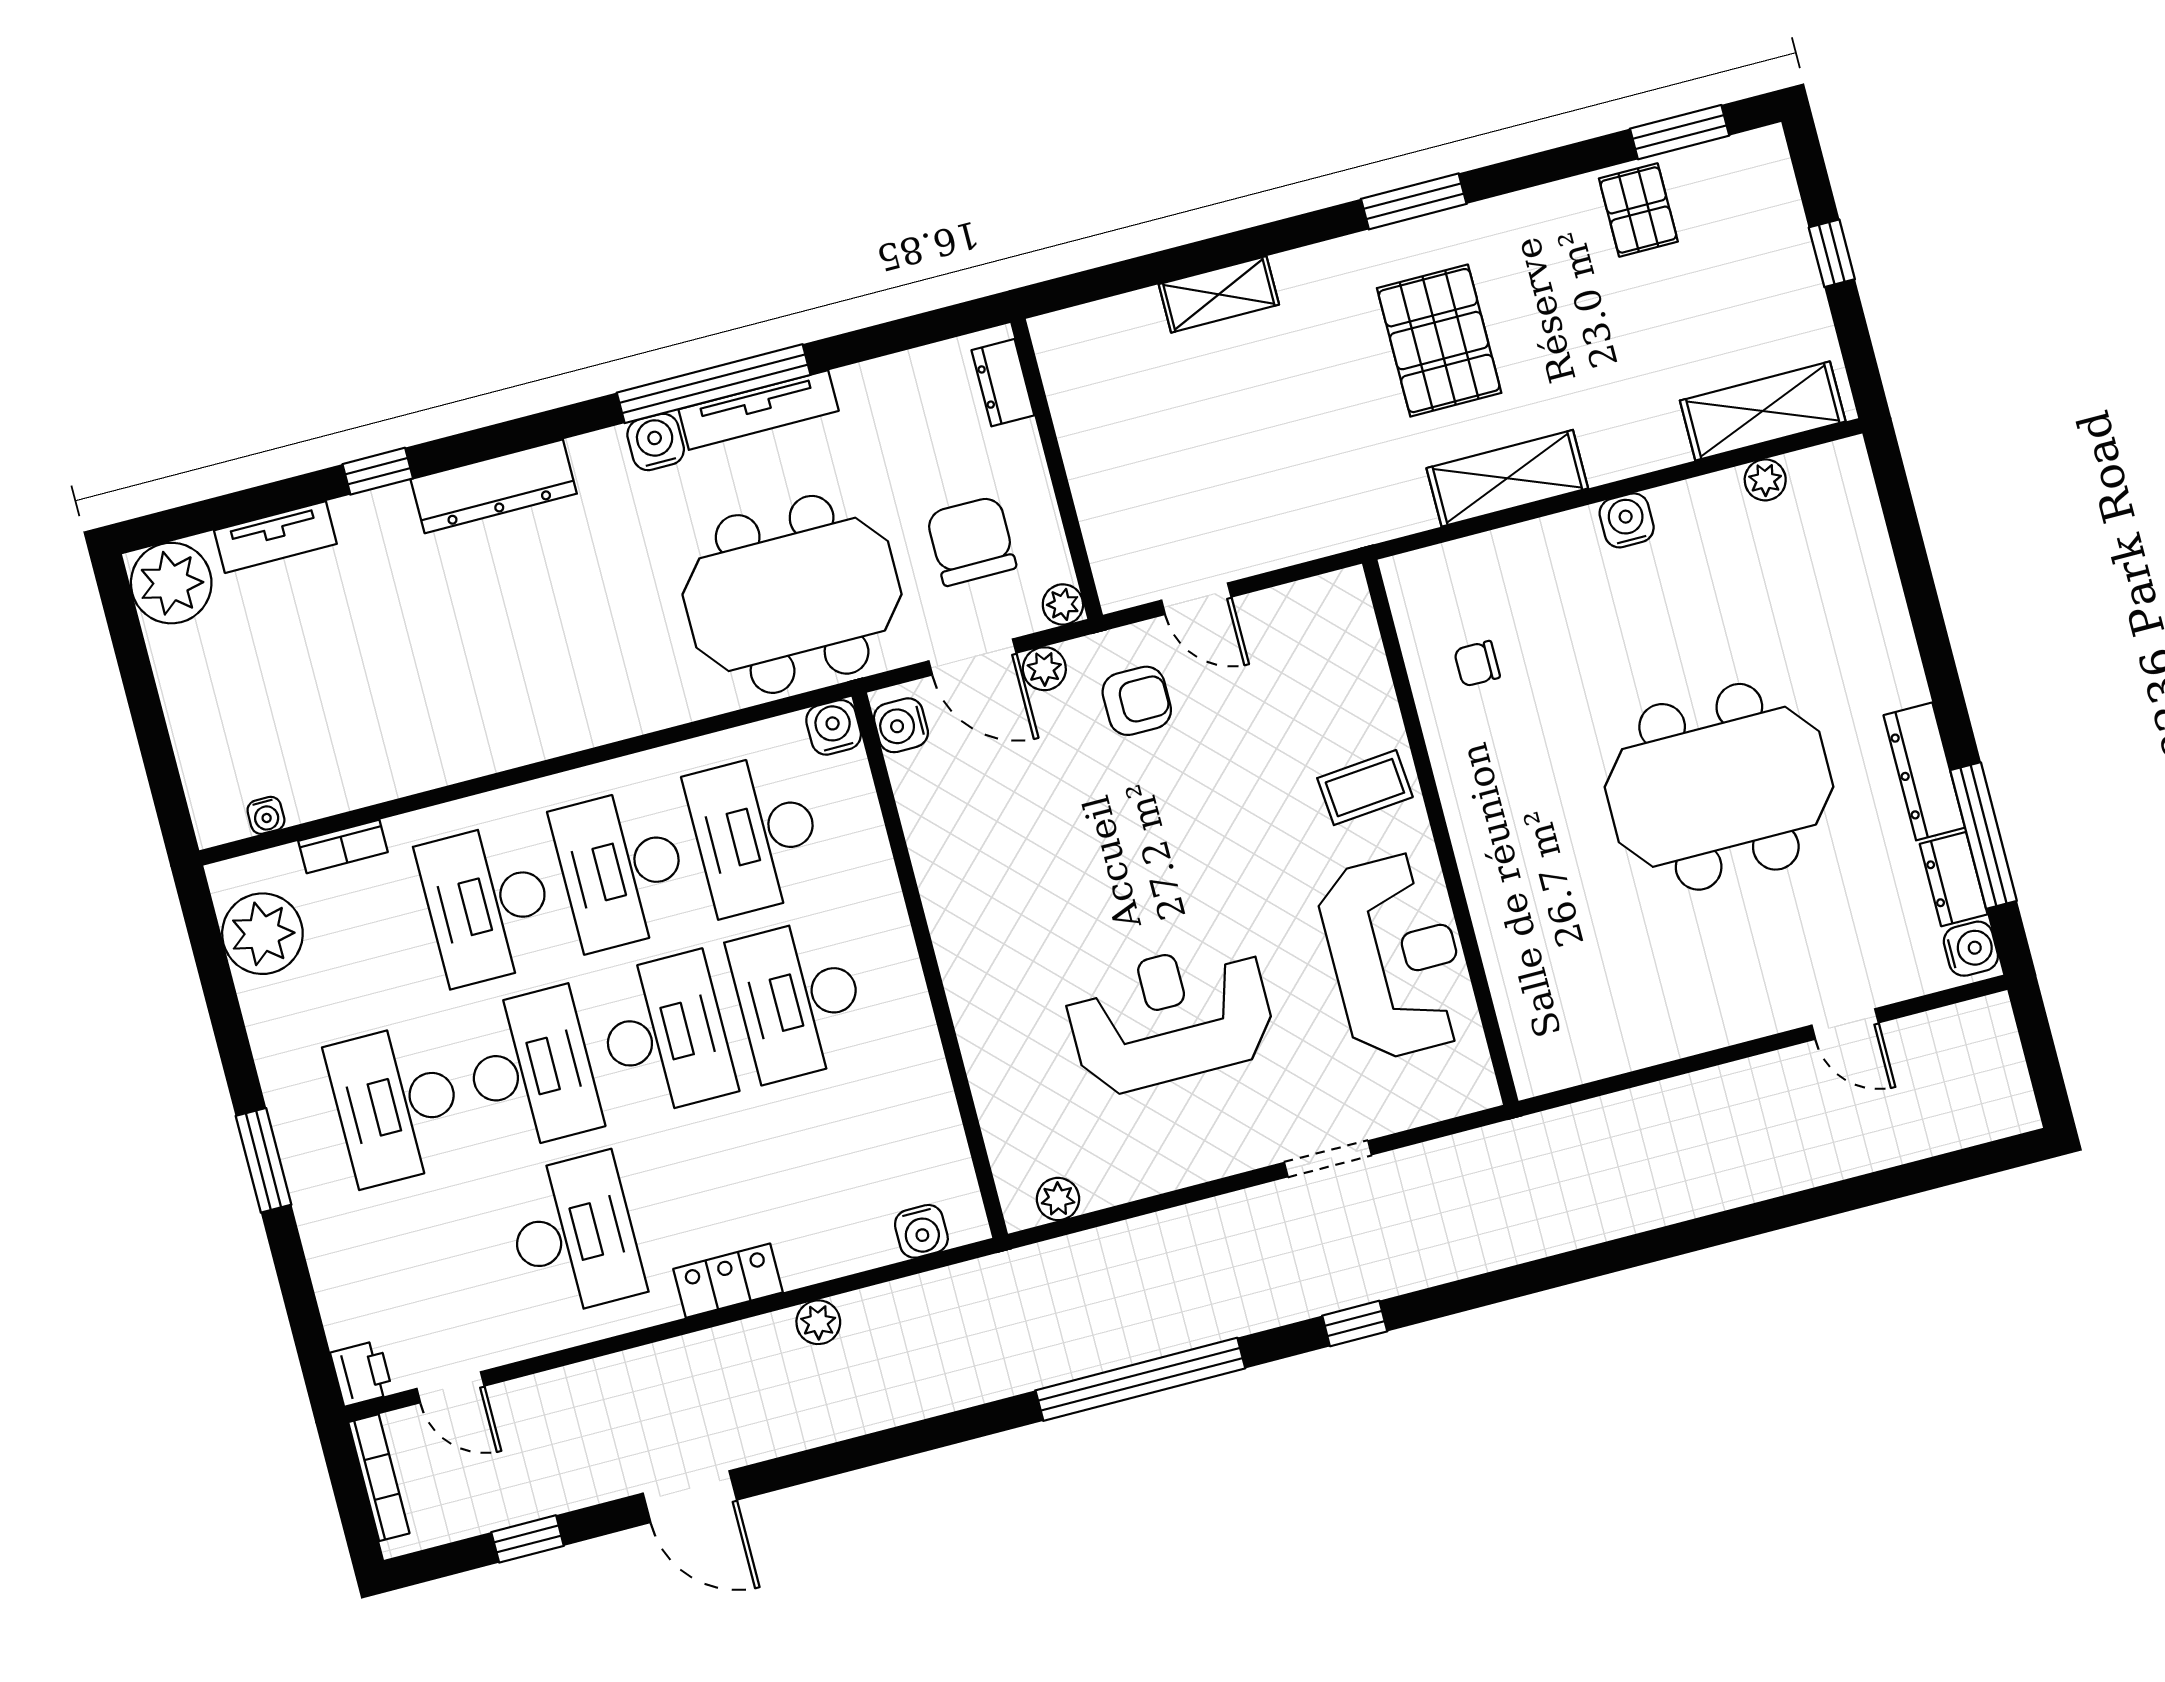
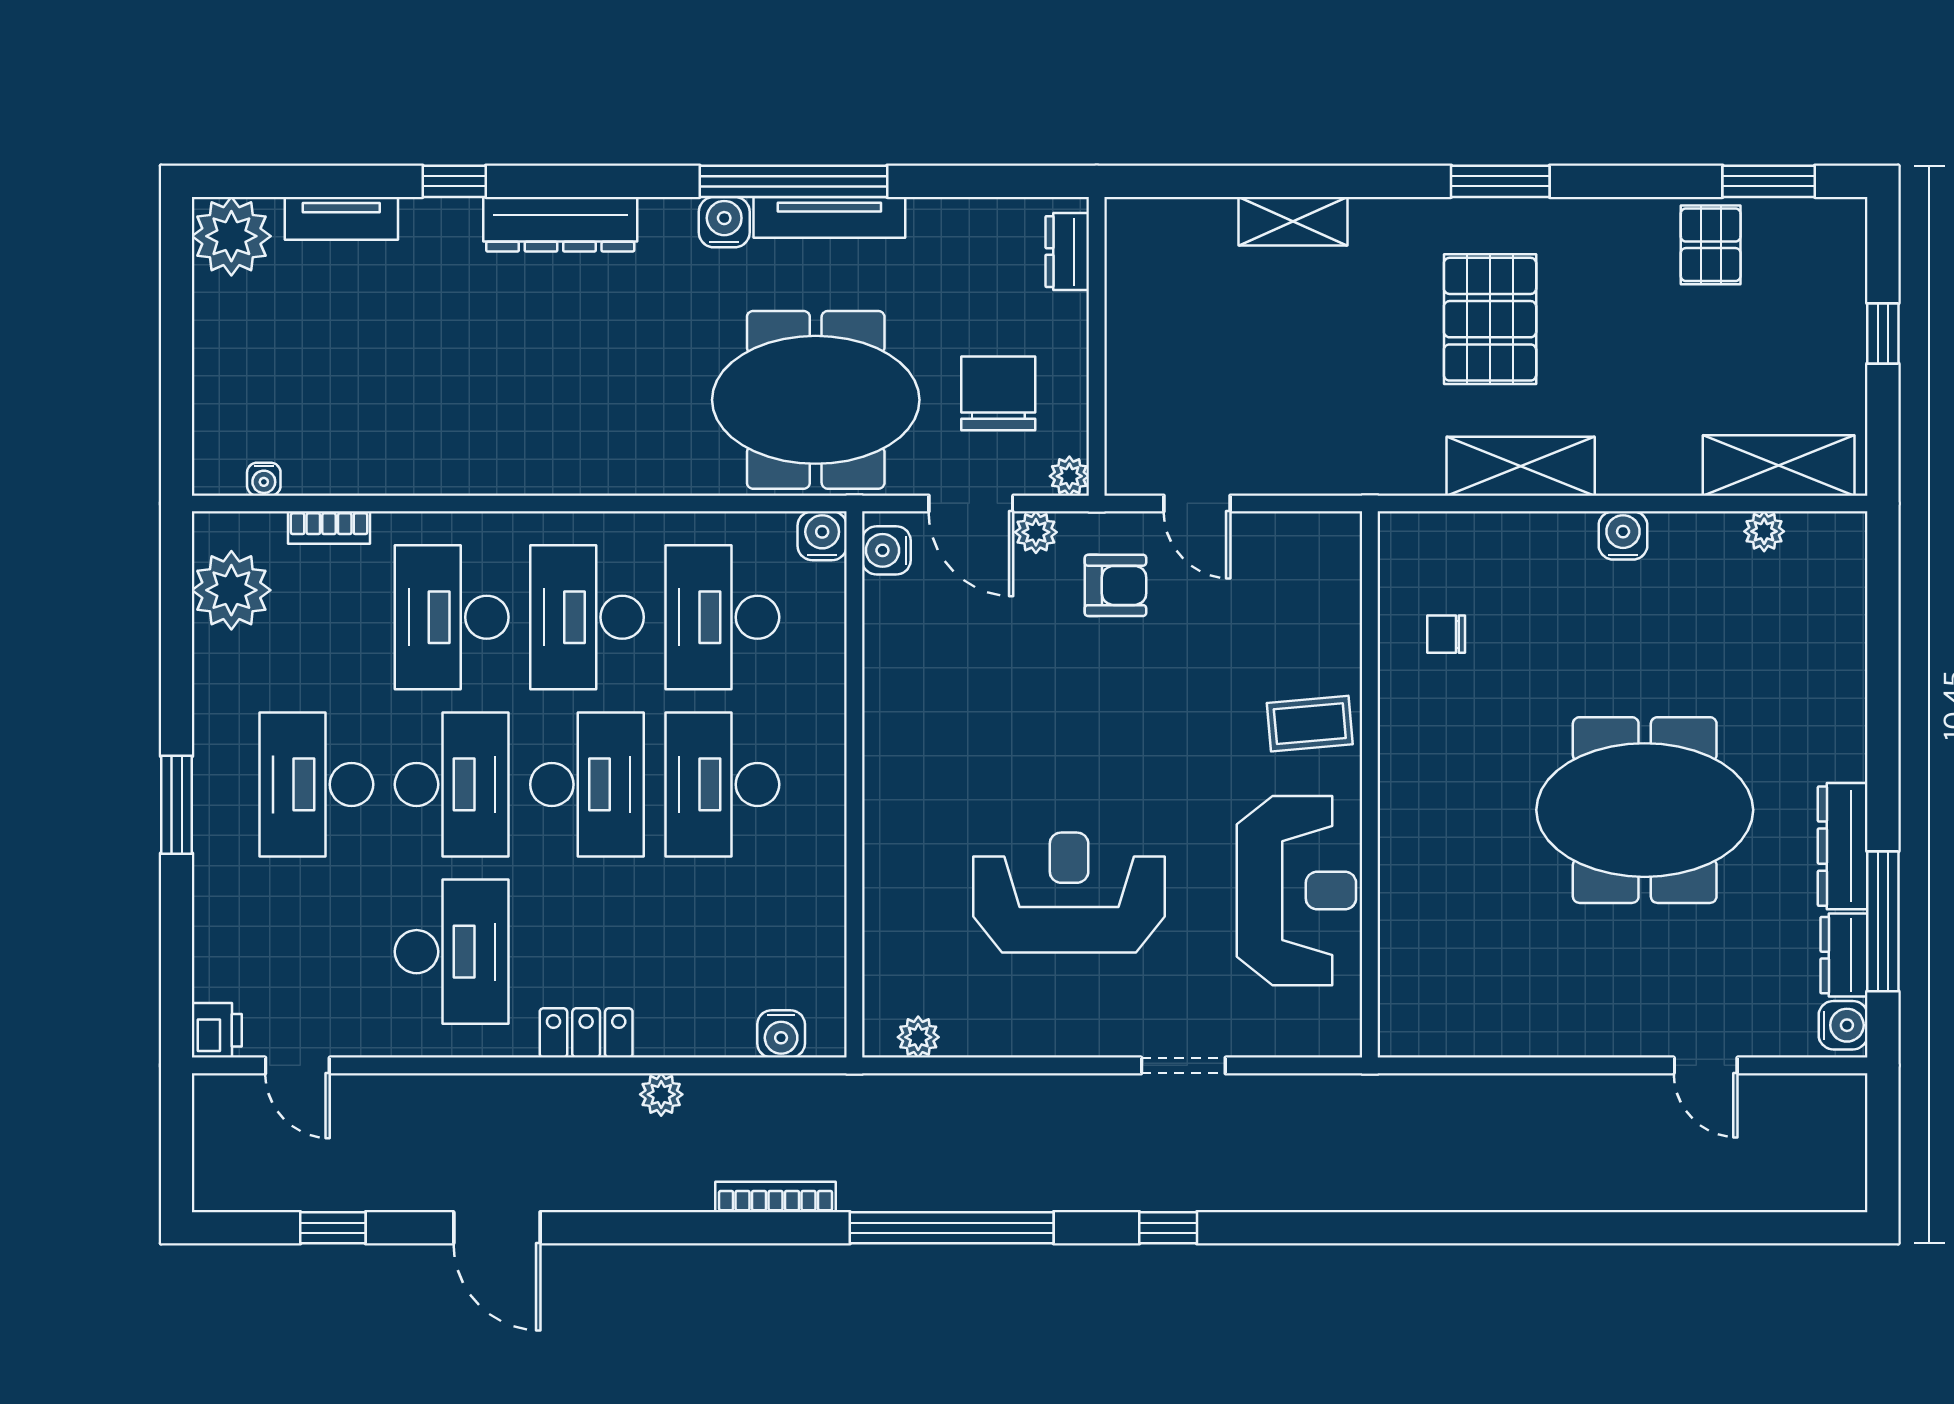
bookcase: (379, 1478) -> (776, 1197), moved, turned -90

